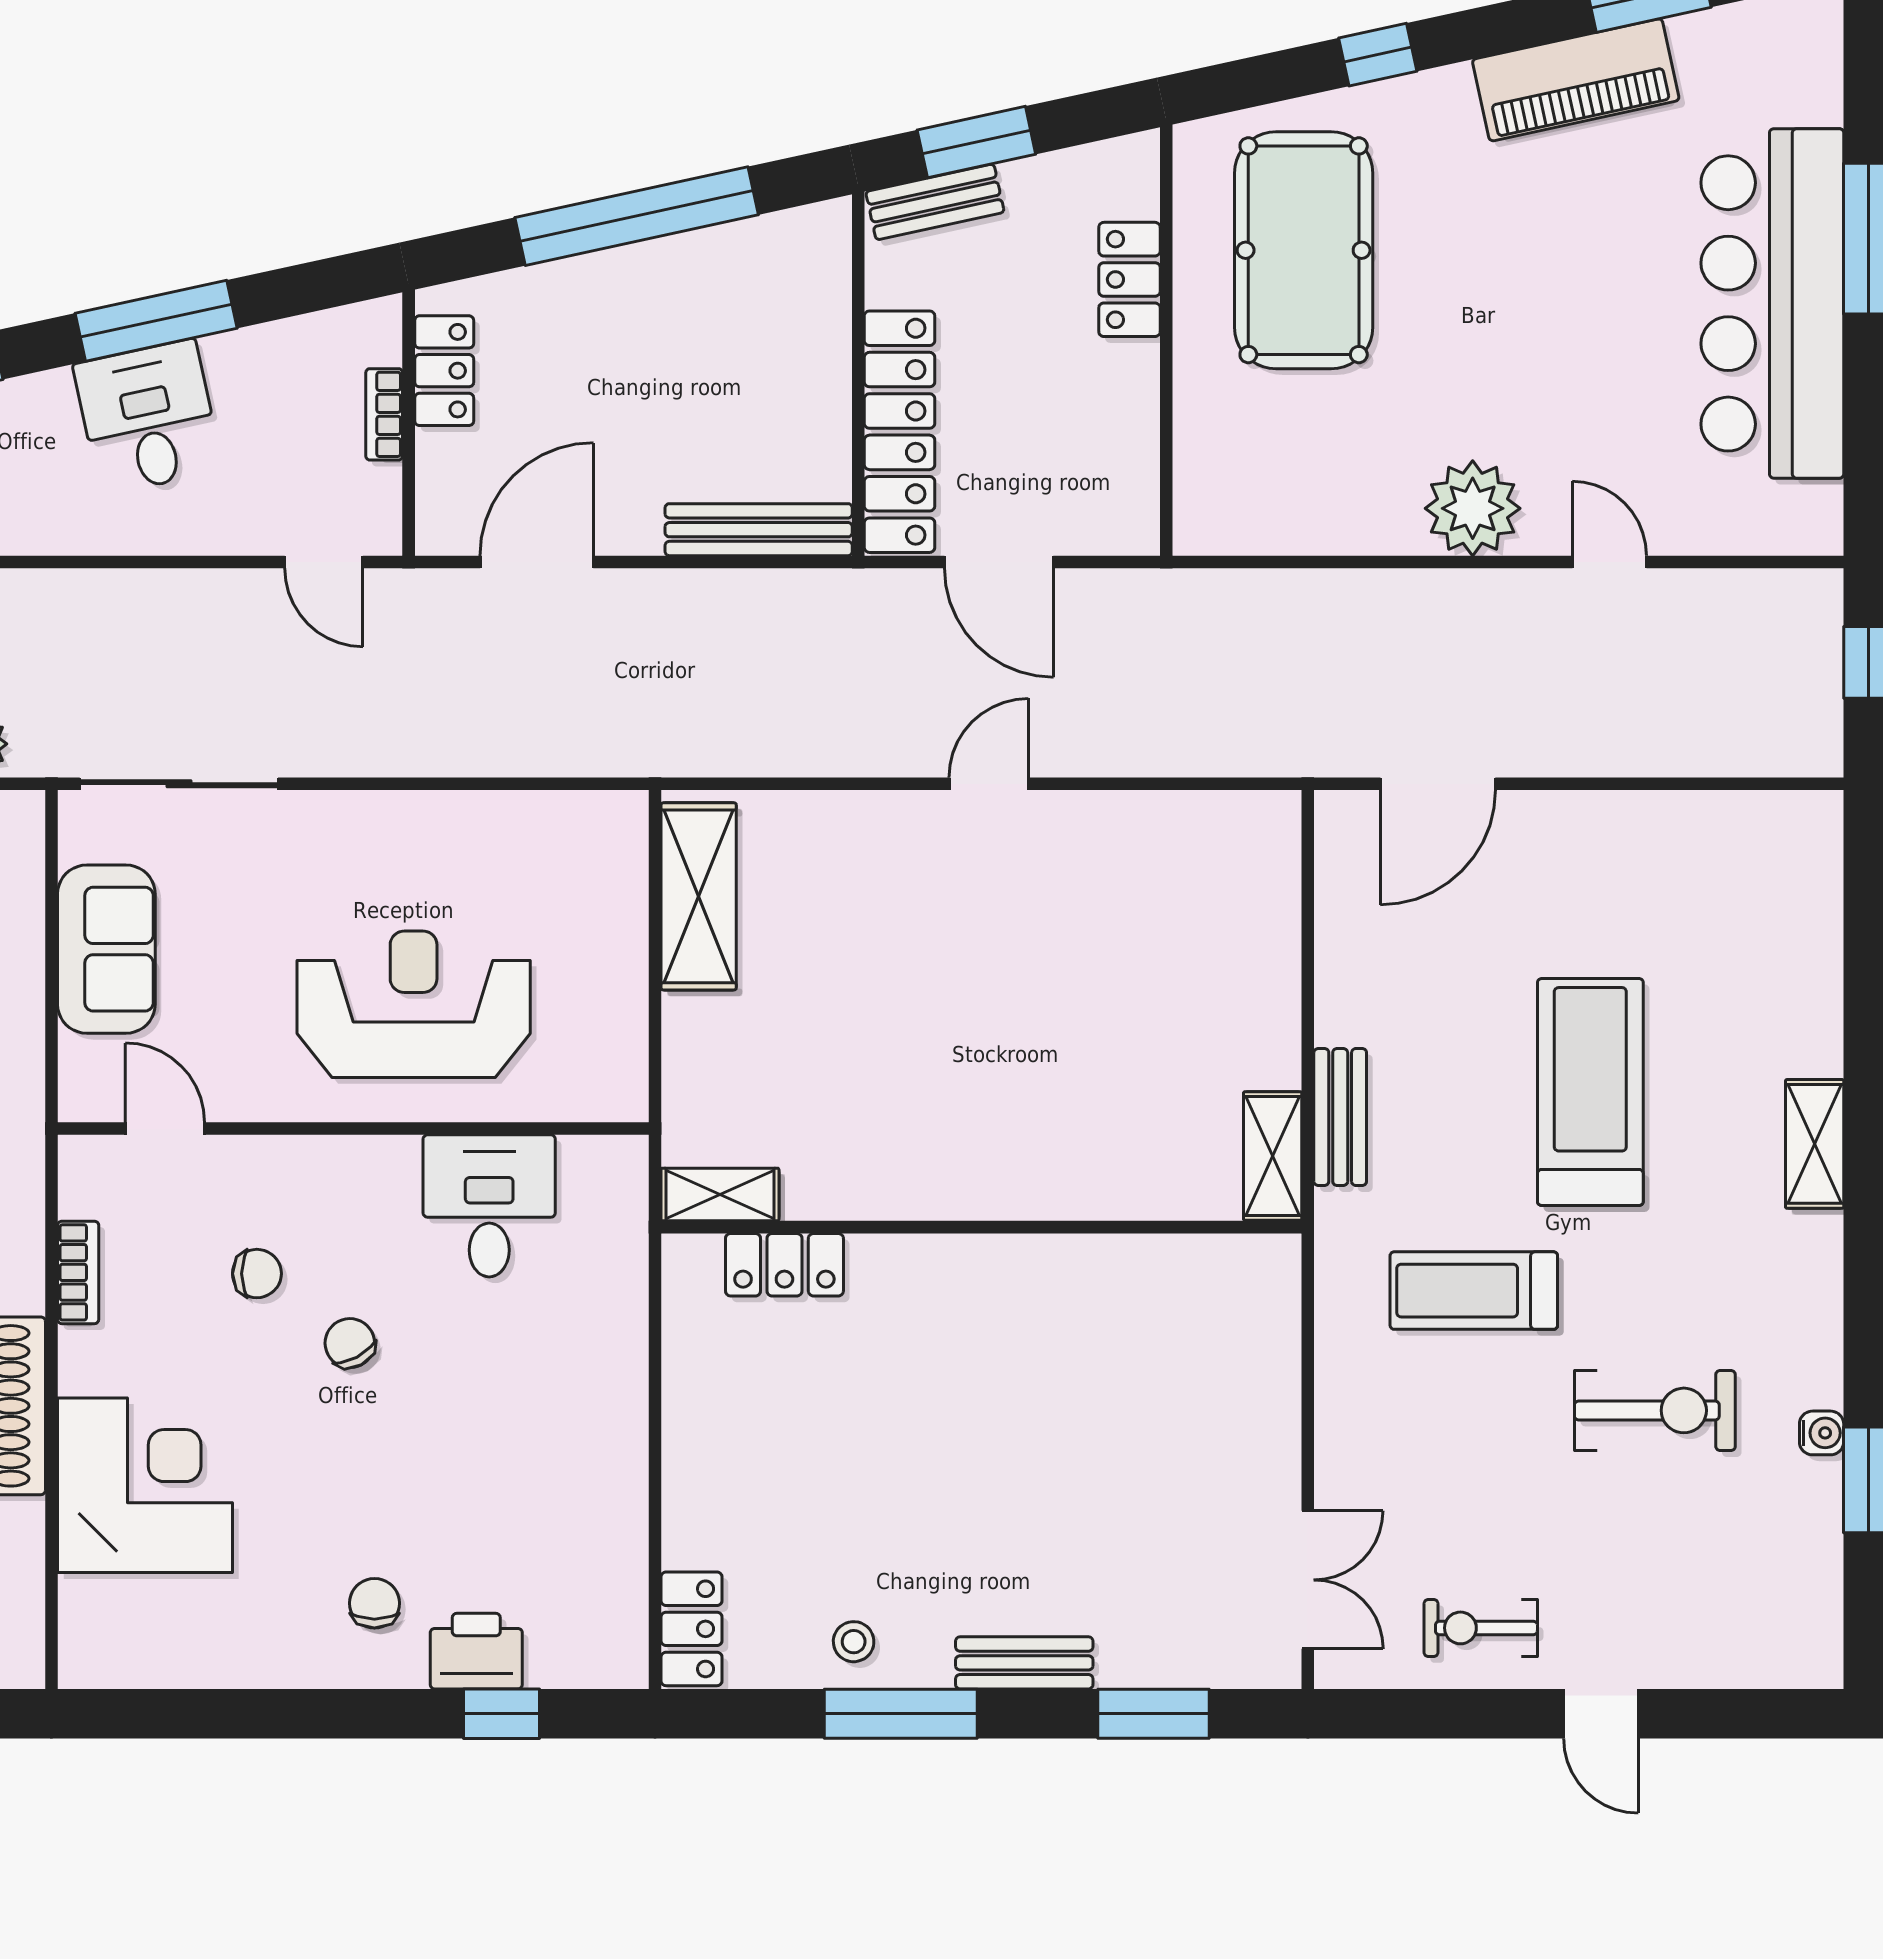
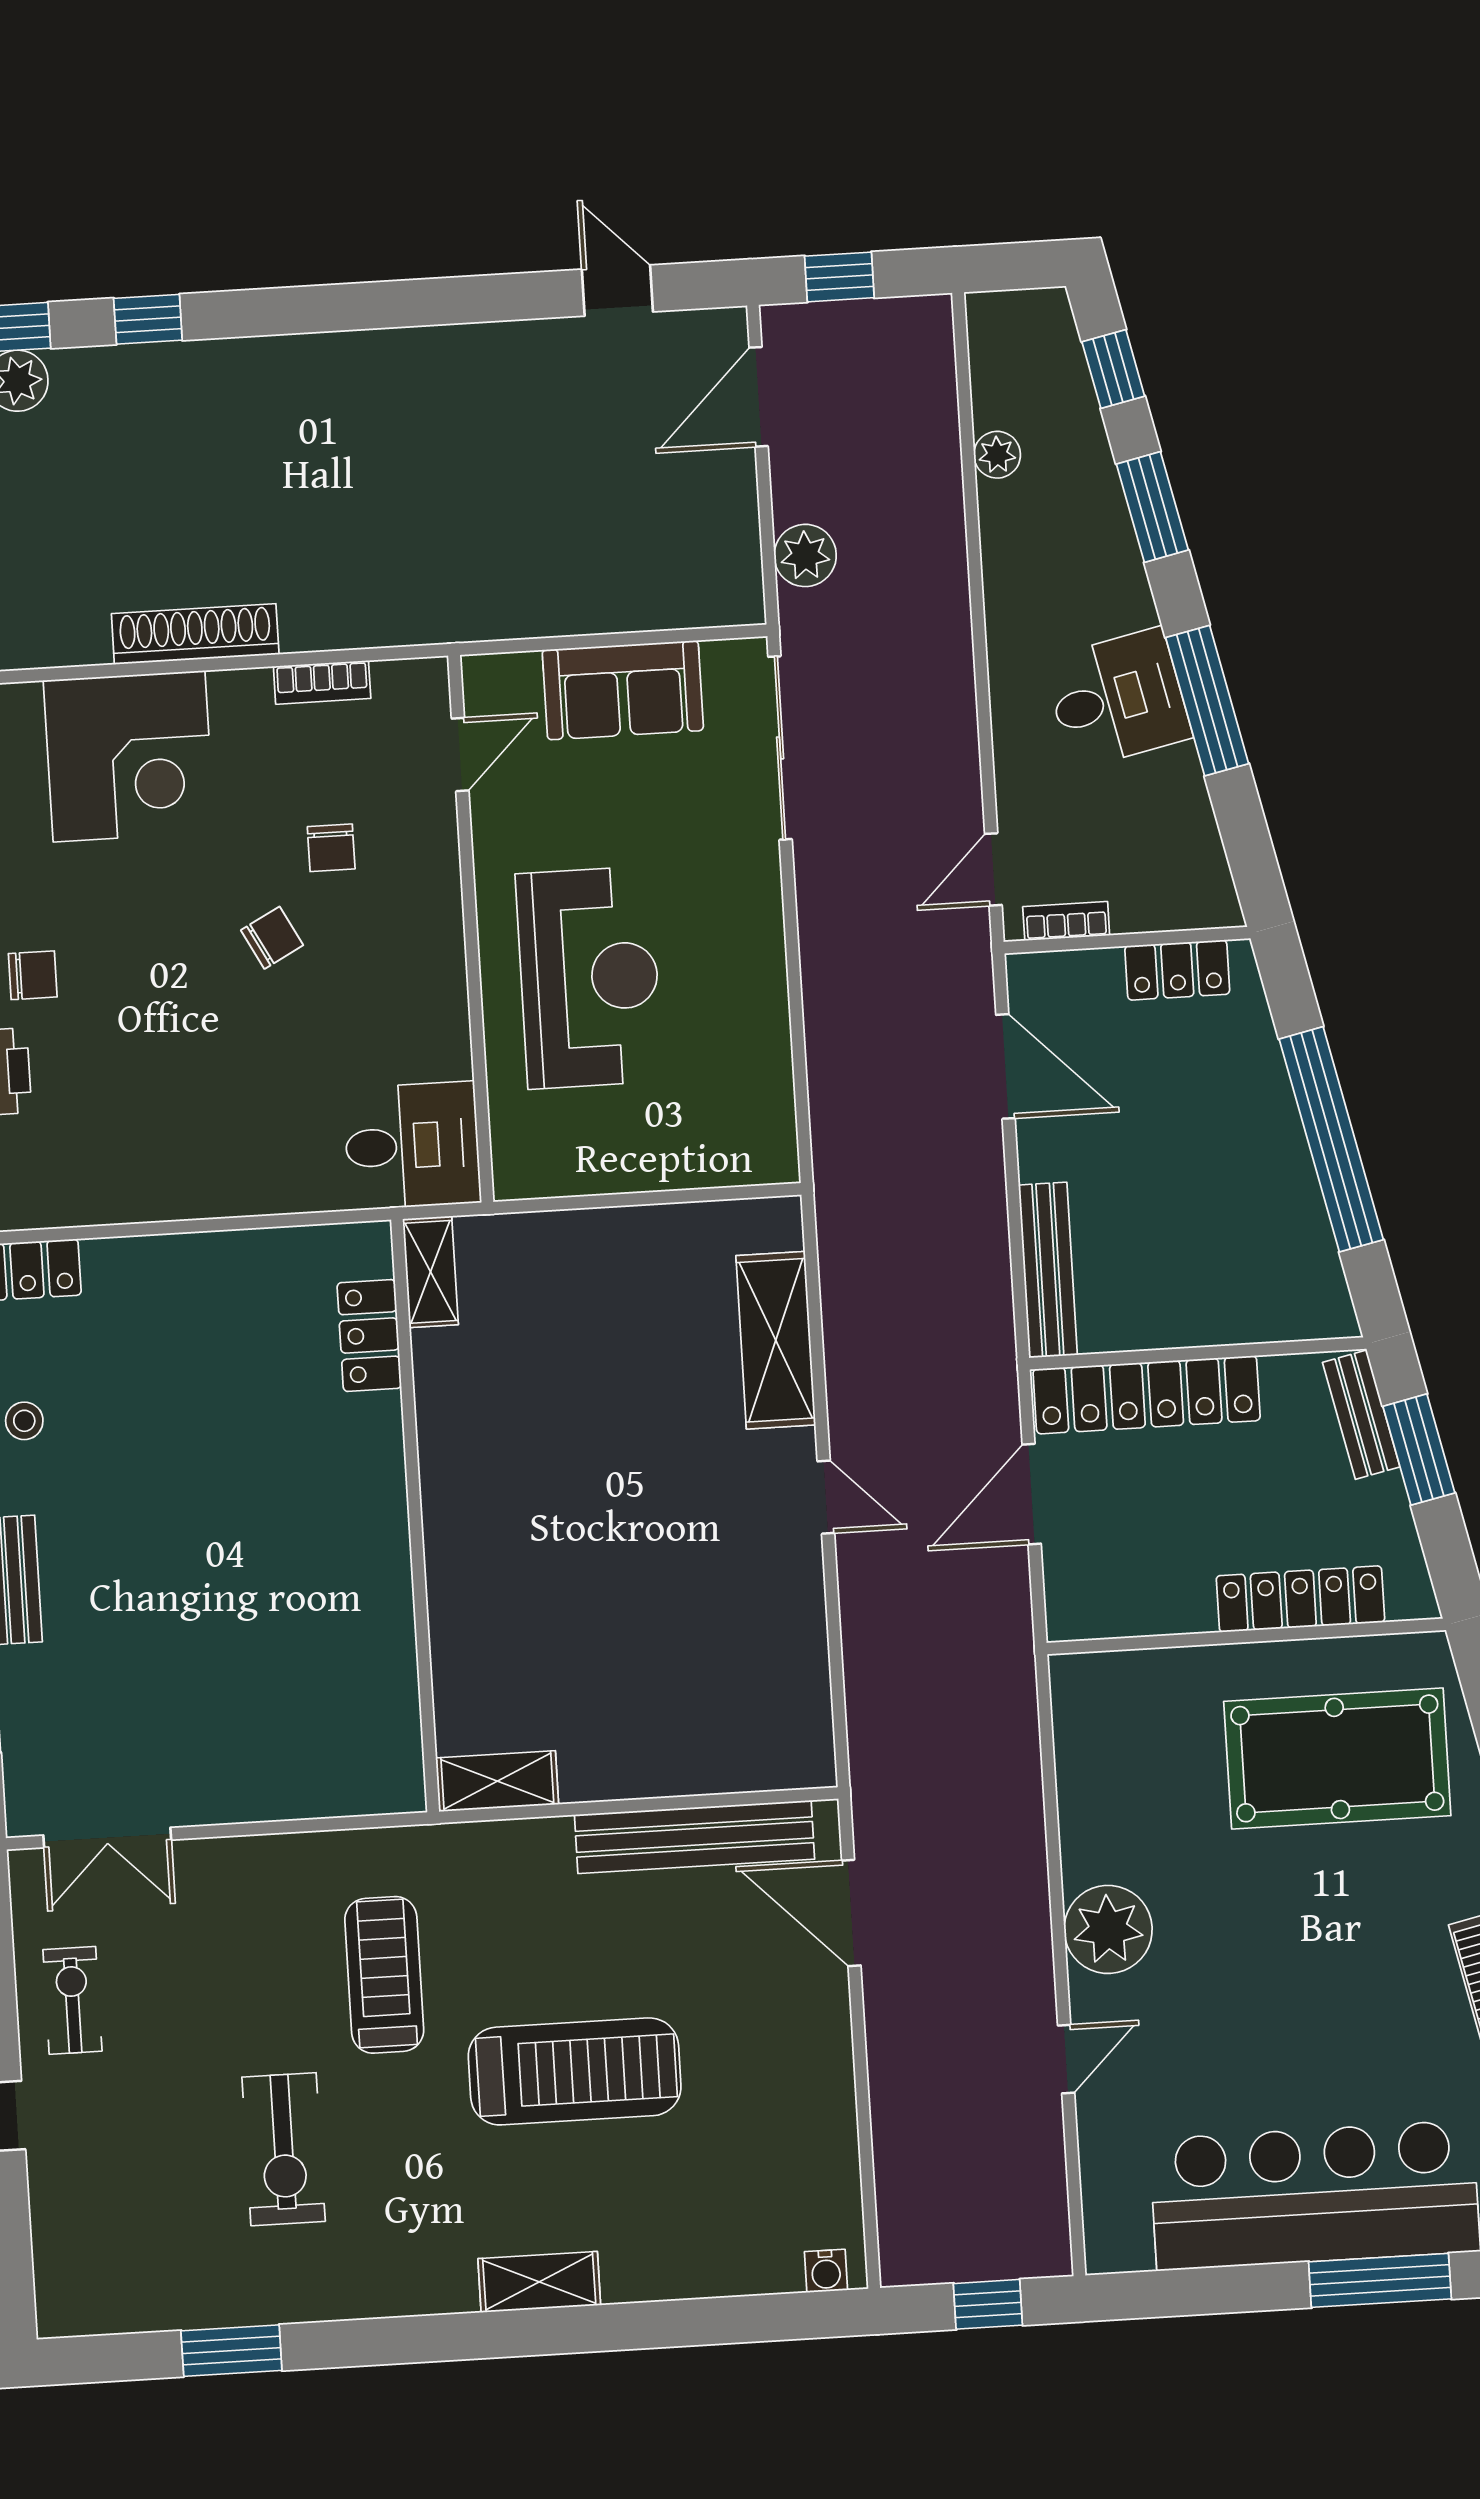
locker: (1129, 279) -> (1300, 1599), width x1.53
bookcase: (384, 414) -> (1066, 921), moved
shelving: (699, 896) -> (776, 1340), moved, turned 90
bench: (1340, 1117) -> (695, 1837), moved, width x1.86, depth x1.21
desk: (489, 1206) -> (412, 1146), moved
water cooler: (1822, 1433) -> (826, 2271), moved

